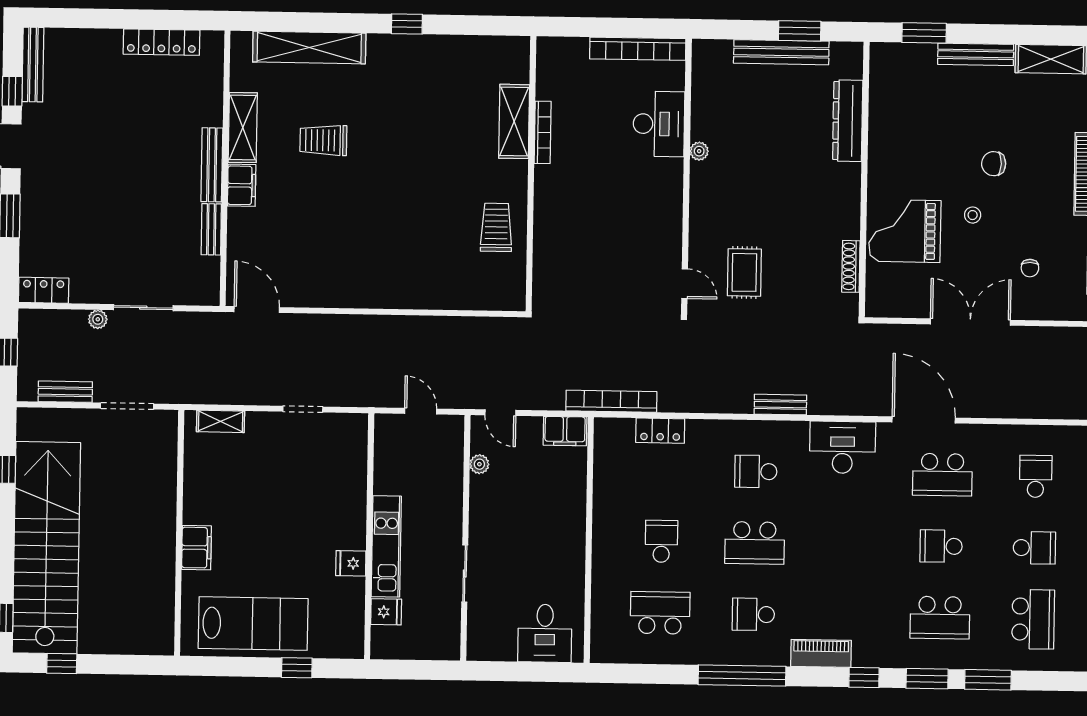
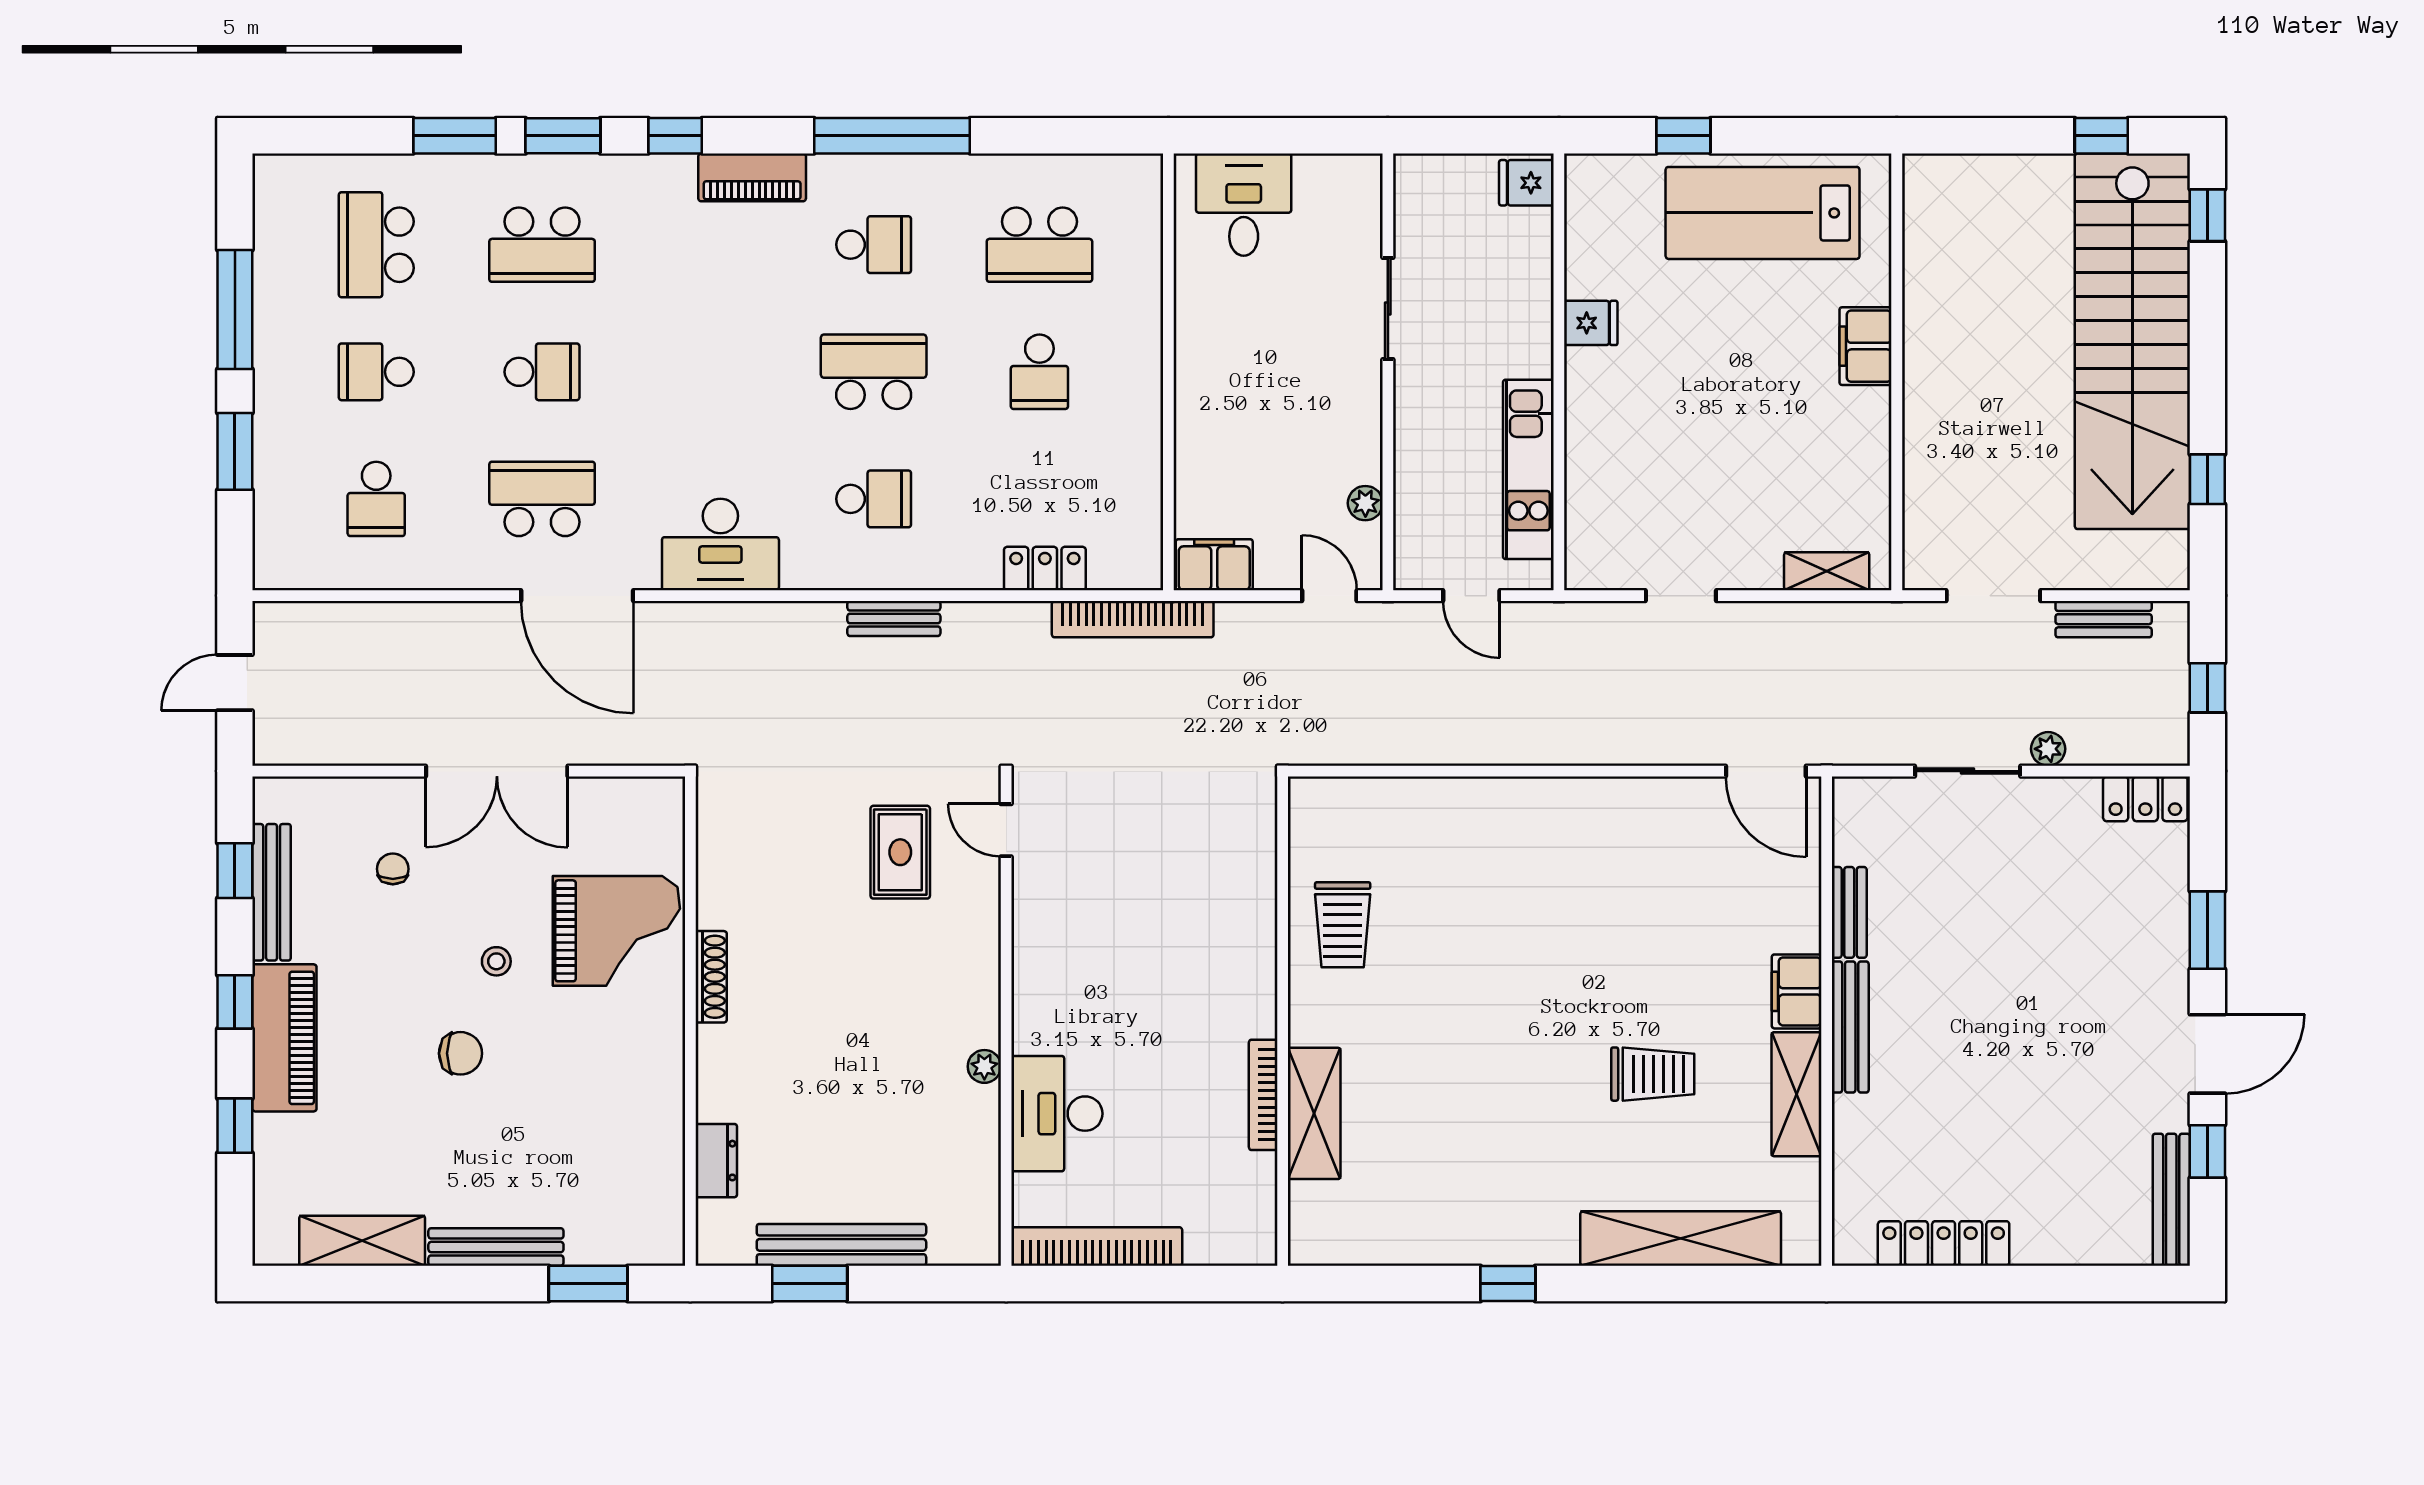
dresser: (848, 121) -> (716, 1161), width x0.51, depth x0.80
shoe rack: (851, 266) -> (711, 977), moved
bench: (780, 405) -> (894, 619), moved
kitchen unit: (386, 546) -> (1528, 469), moved
fridge: (386, 612) -> (1526, 183), moved
school desk: (940, 618) -> (542, 245), turned 180

